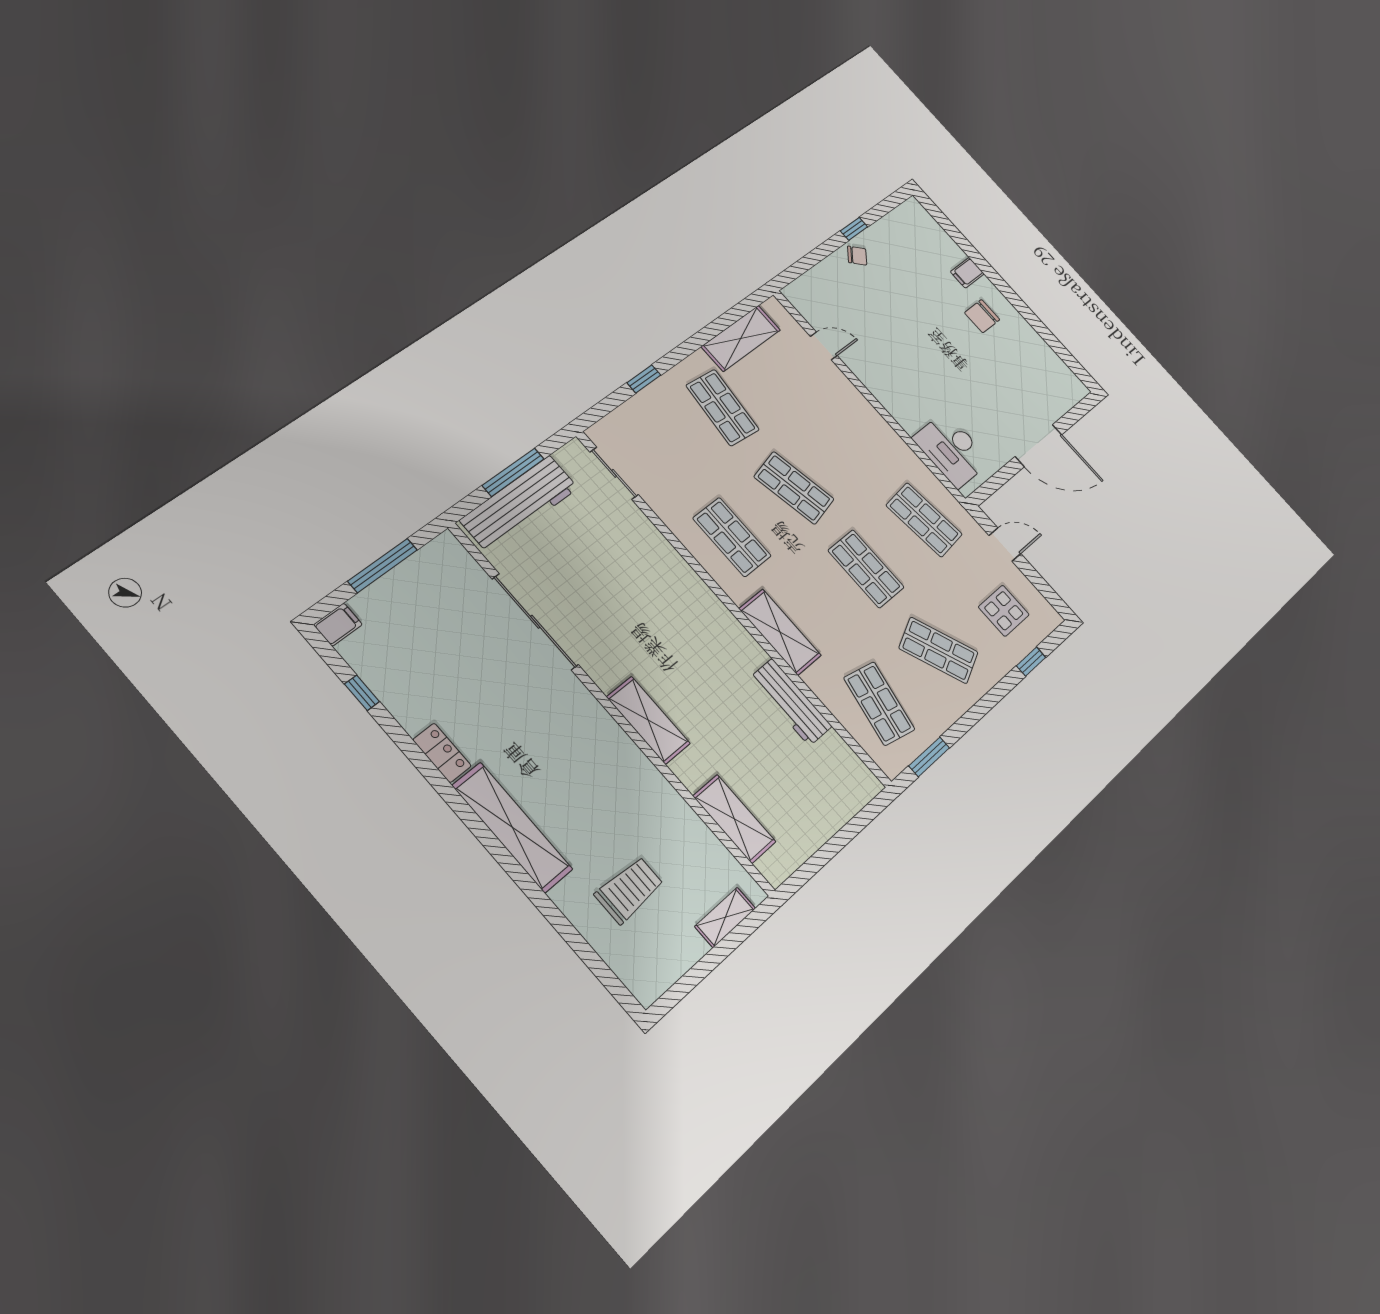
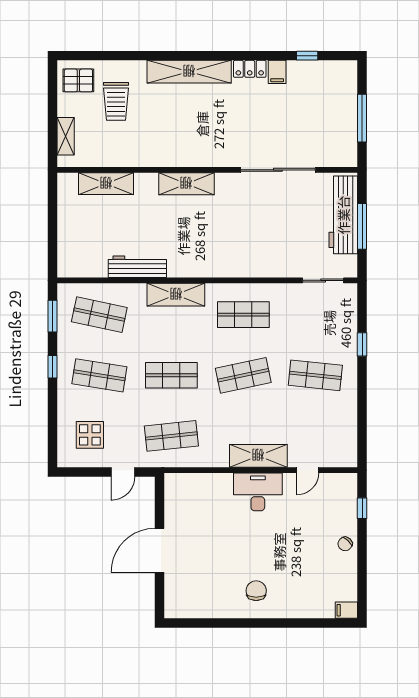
window: (854, 229) -> (362, 508), moved
filing cabinet: (967, 273) -> (346, 610), moved, turned -90
shelving: (741, 338) -> (258, 456), moved, turned 90
desk: (952, 450) -> (258, 492), moved
filing cabinet: (338, 625) -> (277, 72), moved
shop shelf: (939, 650) -> (99, 375), turned 33
window: (1031, 662) -> (53, 367), moved
pallet: (646, 961) -> (78, 80), added

